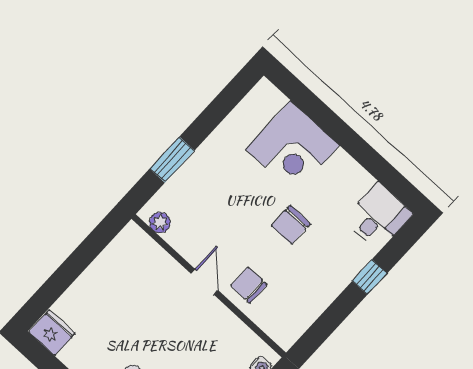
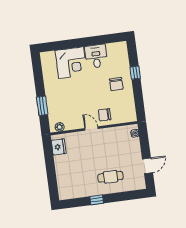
desk: (378, 217) -> (96, 56), moved
chair: (291, 225) -> (116, 84), moved
fridge: (52, 333) -> (59, 147), moved, turned 90

